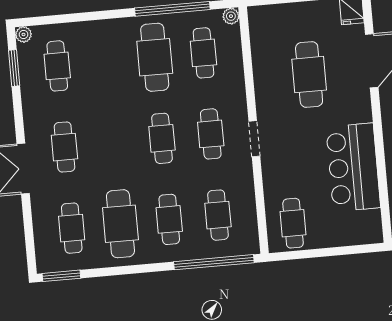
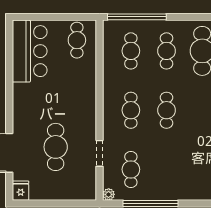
cafe table: (155, 57) -> (167, 169), removed
doorway: (254, 139) -> (99, 153), moved
bar counter: (353, 167) -> (30, 51), moved

